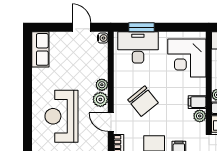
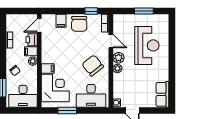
window: (142, 27) -> (67, 111), moved
chair: (143, 101) -> (93, 65), moved
filing cabinet: (197, 102) -> (48, 69), moved
plant: (200, 116) -> (46, 46), removed

